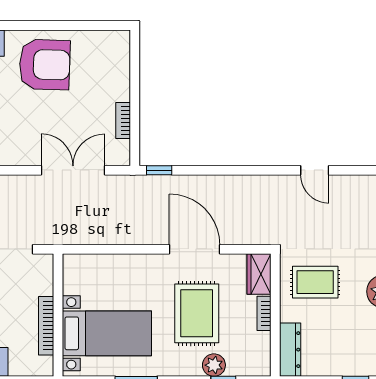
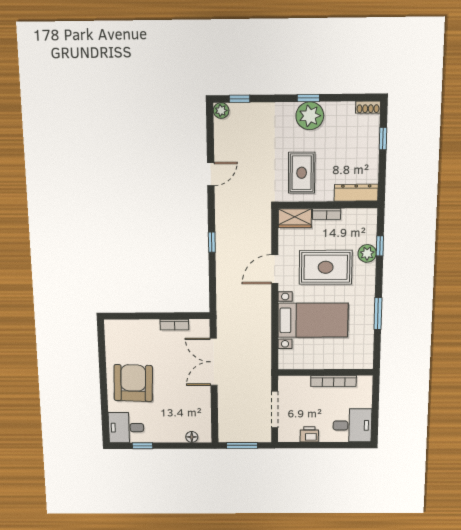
window: (159, 170) -> (212, 242), moved
door: (195, 249) -> (275, 269), width x0.73
bed with nightstands: (107, 333) -> (313, 320), moved, turned 90

